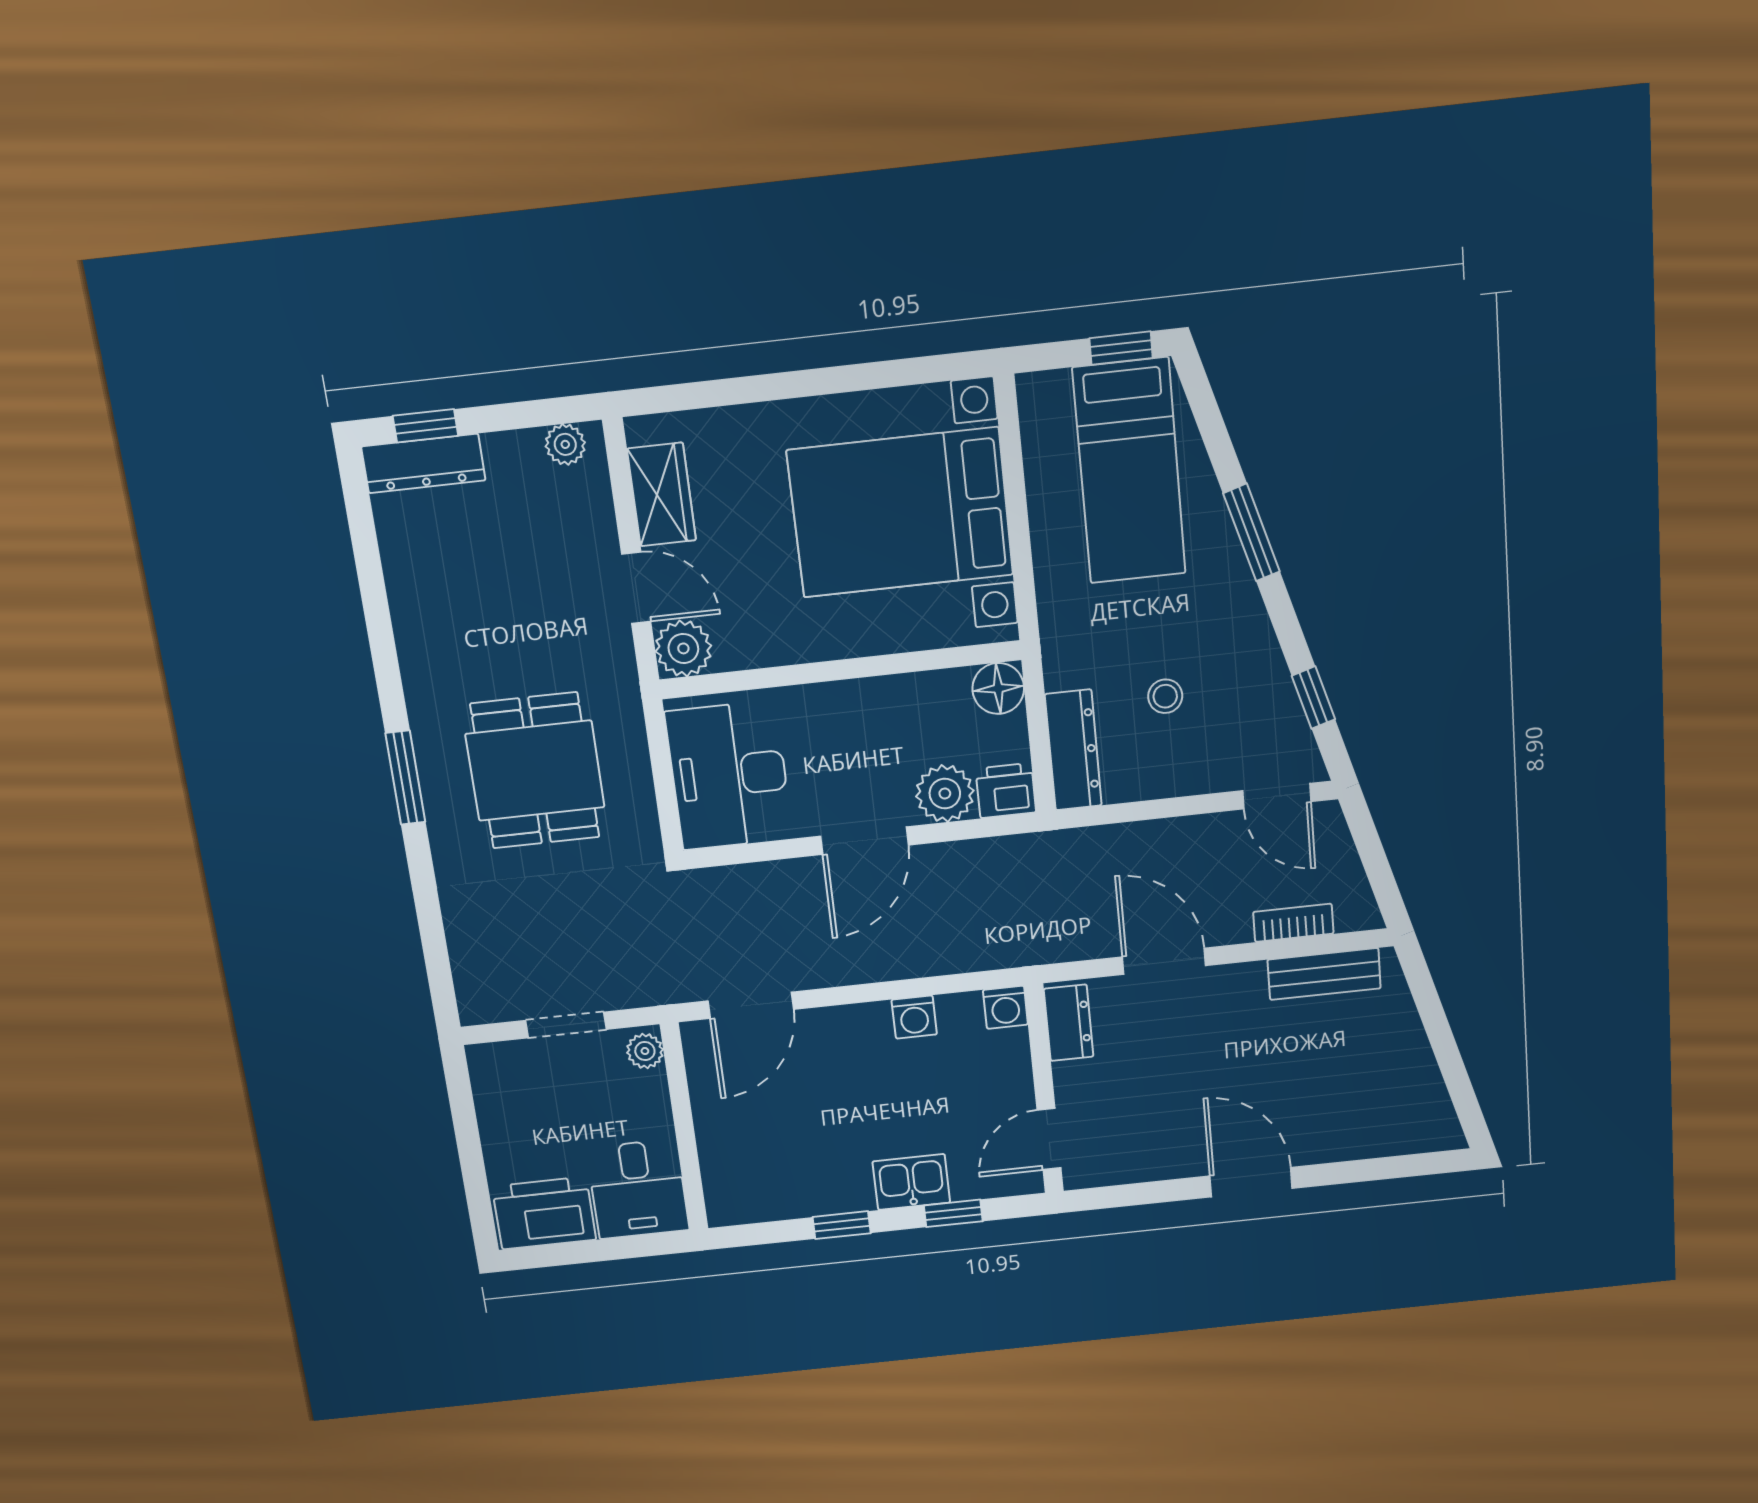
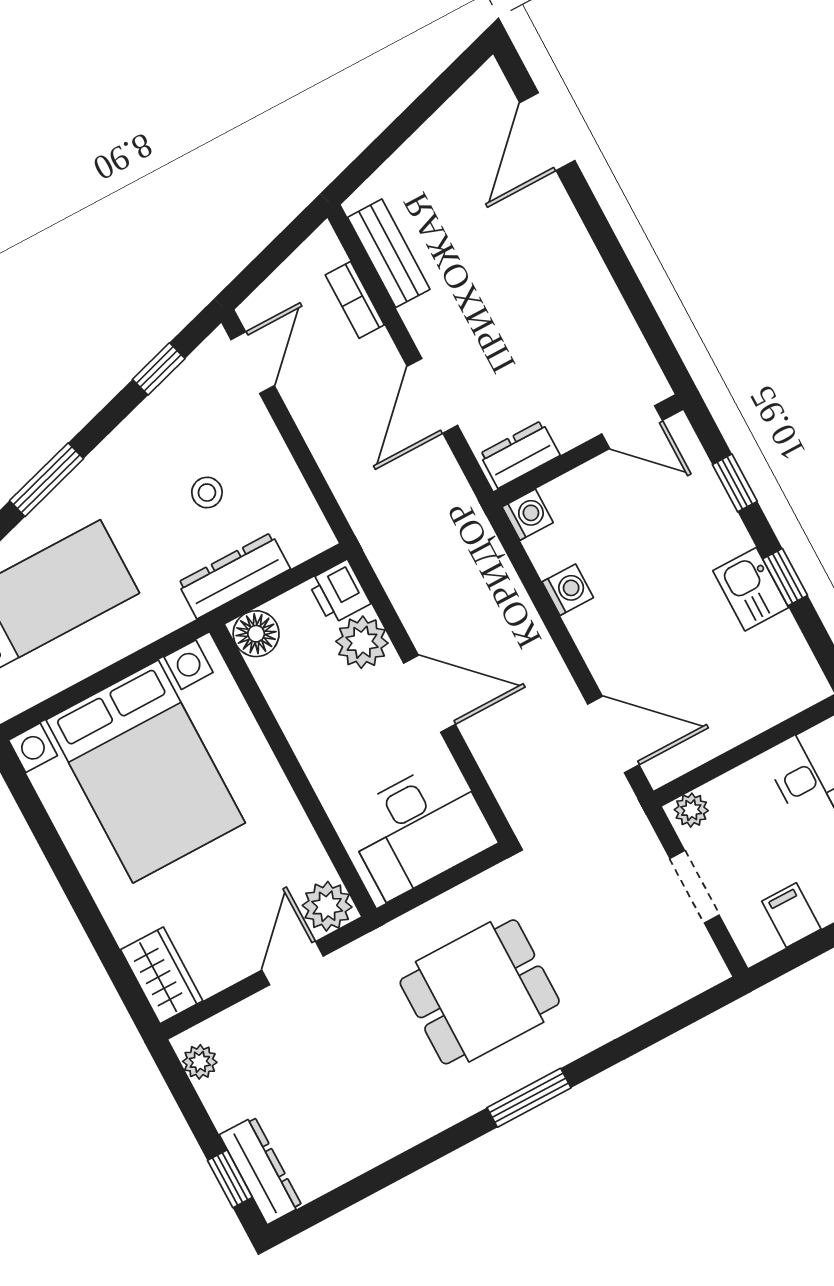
wardrobe: (662, 495) -> (162, 975), moved, turned 90
dresser: (1073, 750) -> (234, 576), moved
filing cabinet: (503, 1106) -> (791, 915), added
kitchen sink: (911, 1182) -> (751, 589), moved
door: (1251, 1182) -> (547, 132), moved

